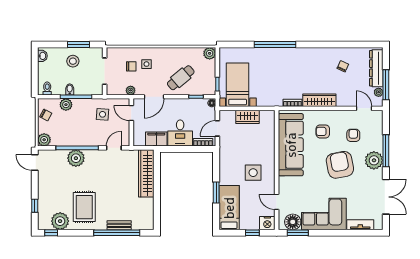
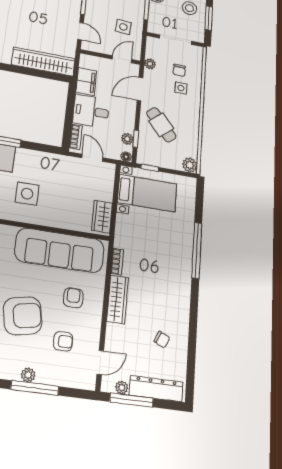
door: (154, 97) -> (140, 89), hinge flipped
plant: (197, 103) -> (127, 139), added
wardrobe: (248, 117) -> (102, 217), moved
plant: (374, 160) -> (28, 375), width x0.53, depth x0.53

